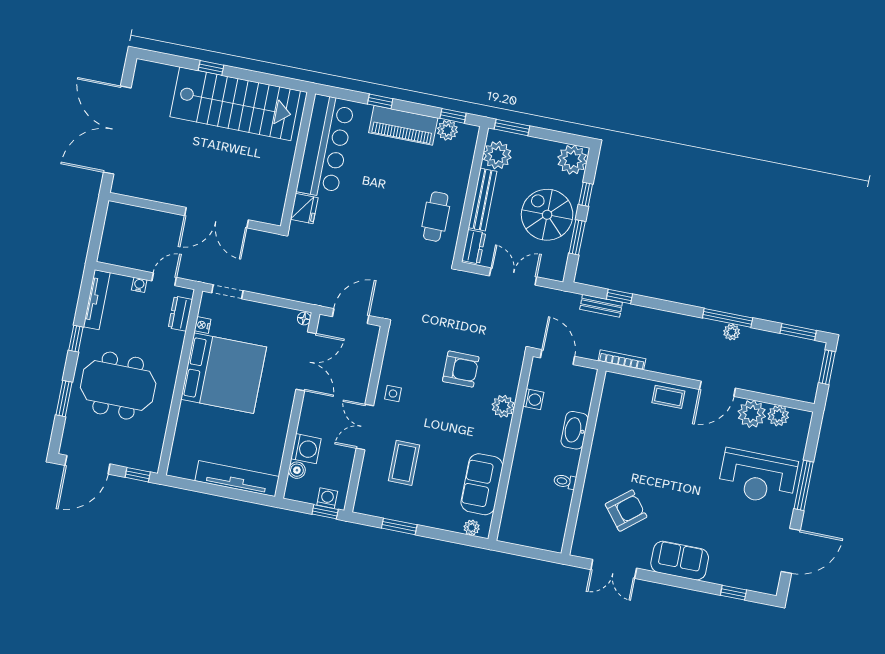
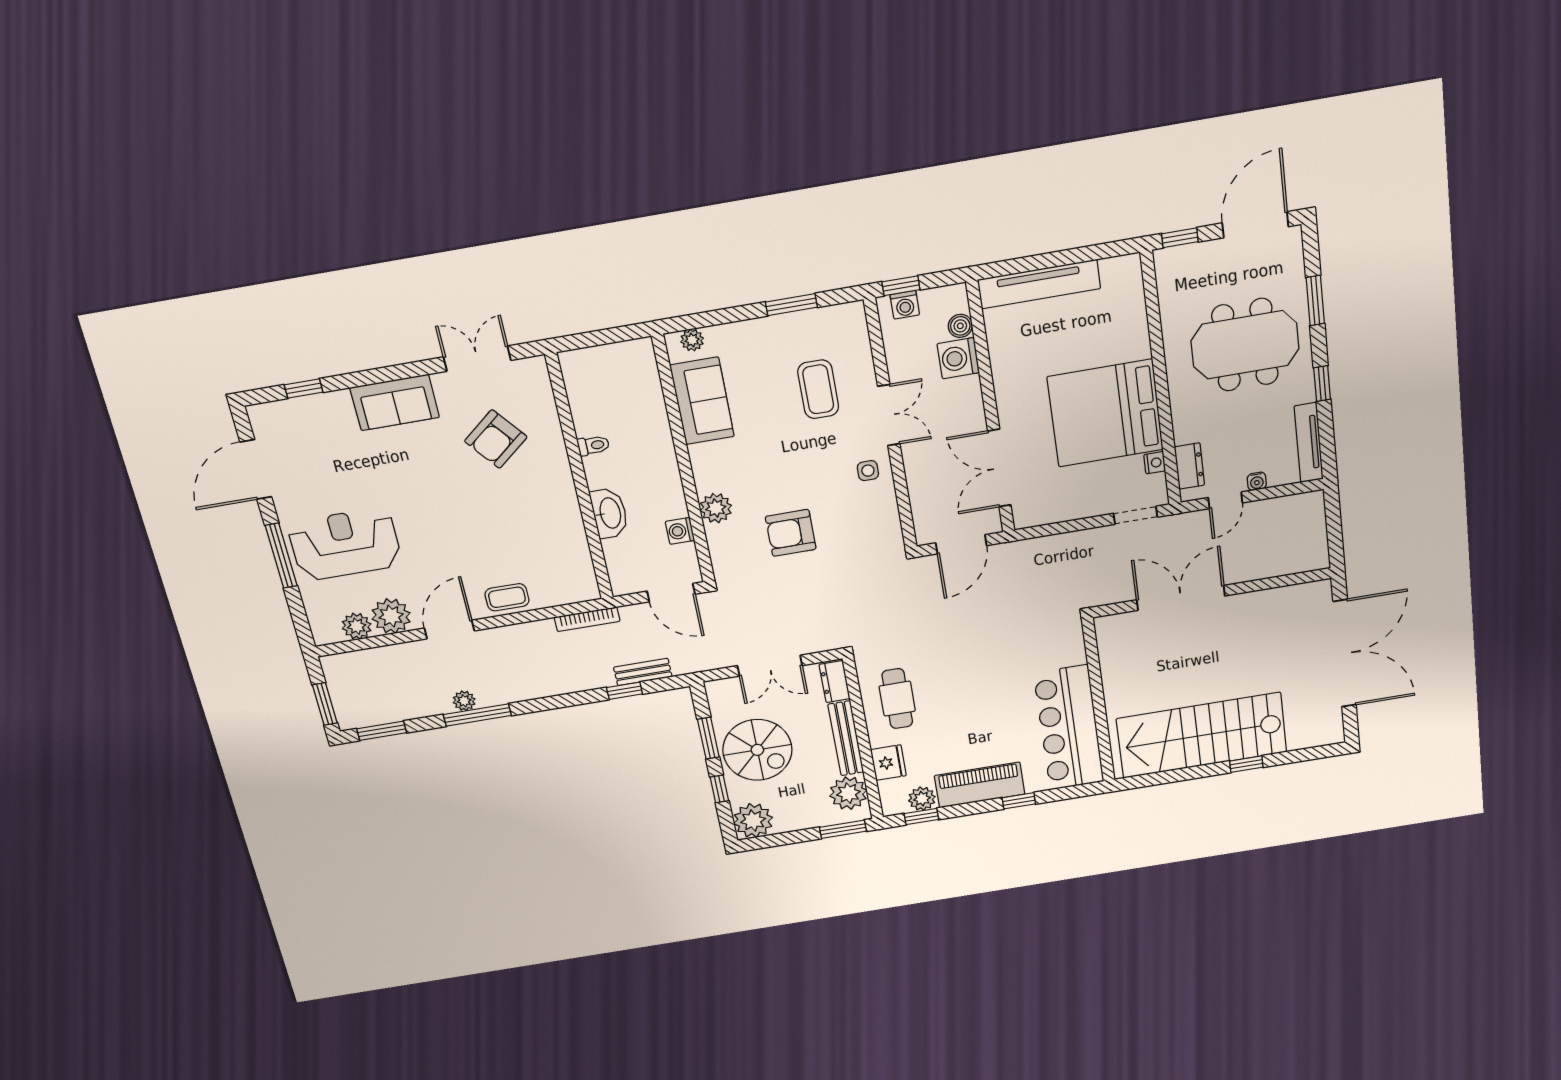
fridge: (304, 209) -> (888, 763), moved, turned 180
floor lamp: (304, 319) -> (1022, 519), removed

